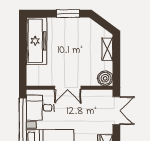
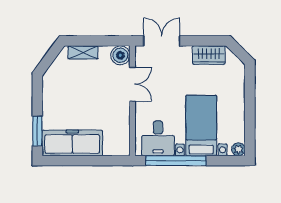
window: (68, 14) -> (37, 131), moved
double door: (68, 88) -> (132, 84), moved

